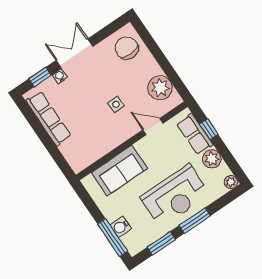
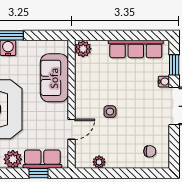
chair: (127, 48) -> (150, 151), width x0.54, depth x0.54
plant: (160, 88) -> (99, 162), width x0.53, depth x0.53
plant: (79, 163) -> (83, 49), added

